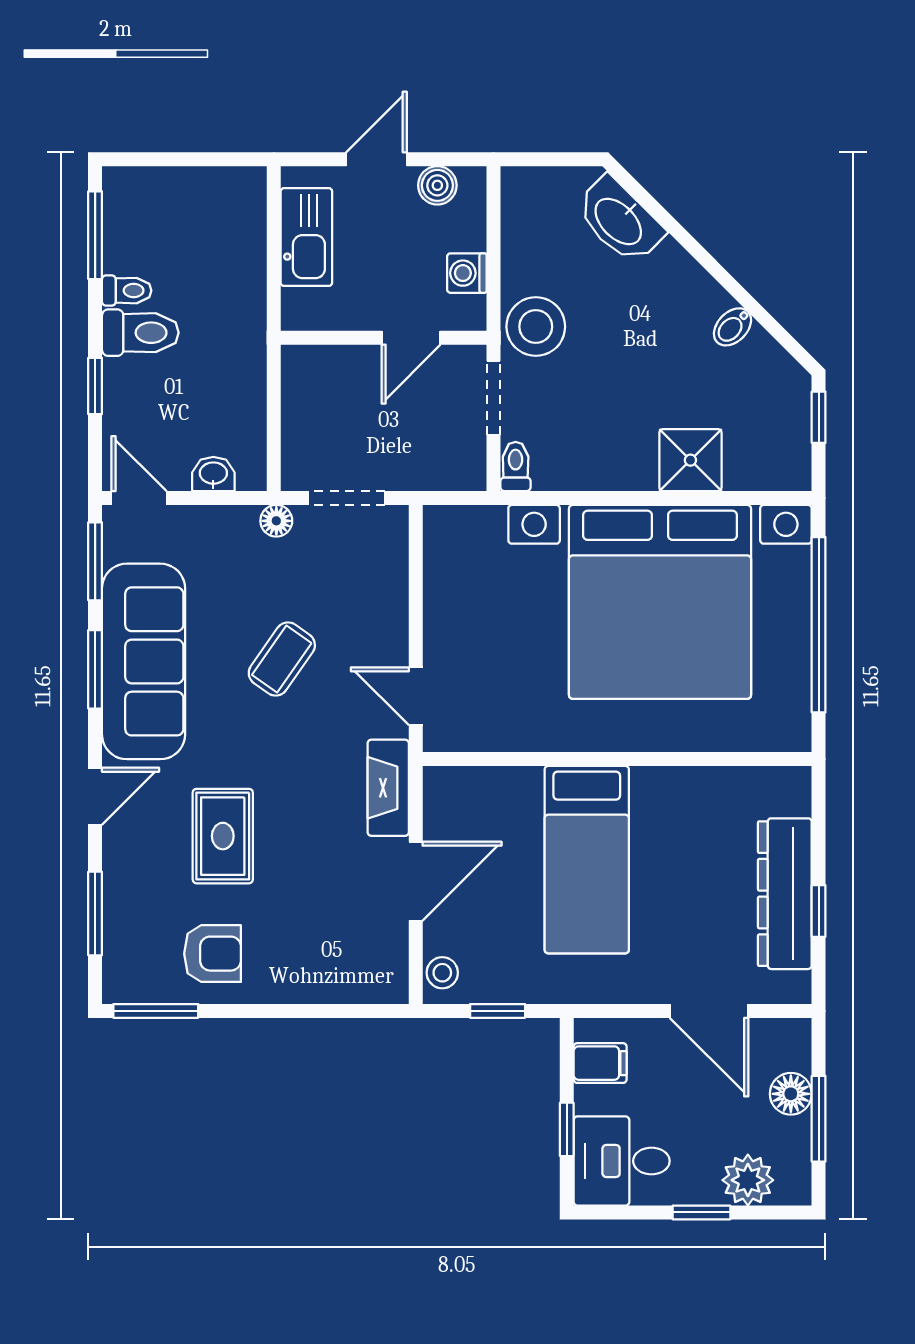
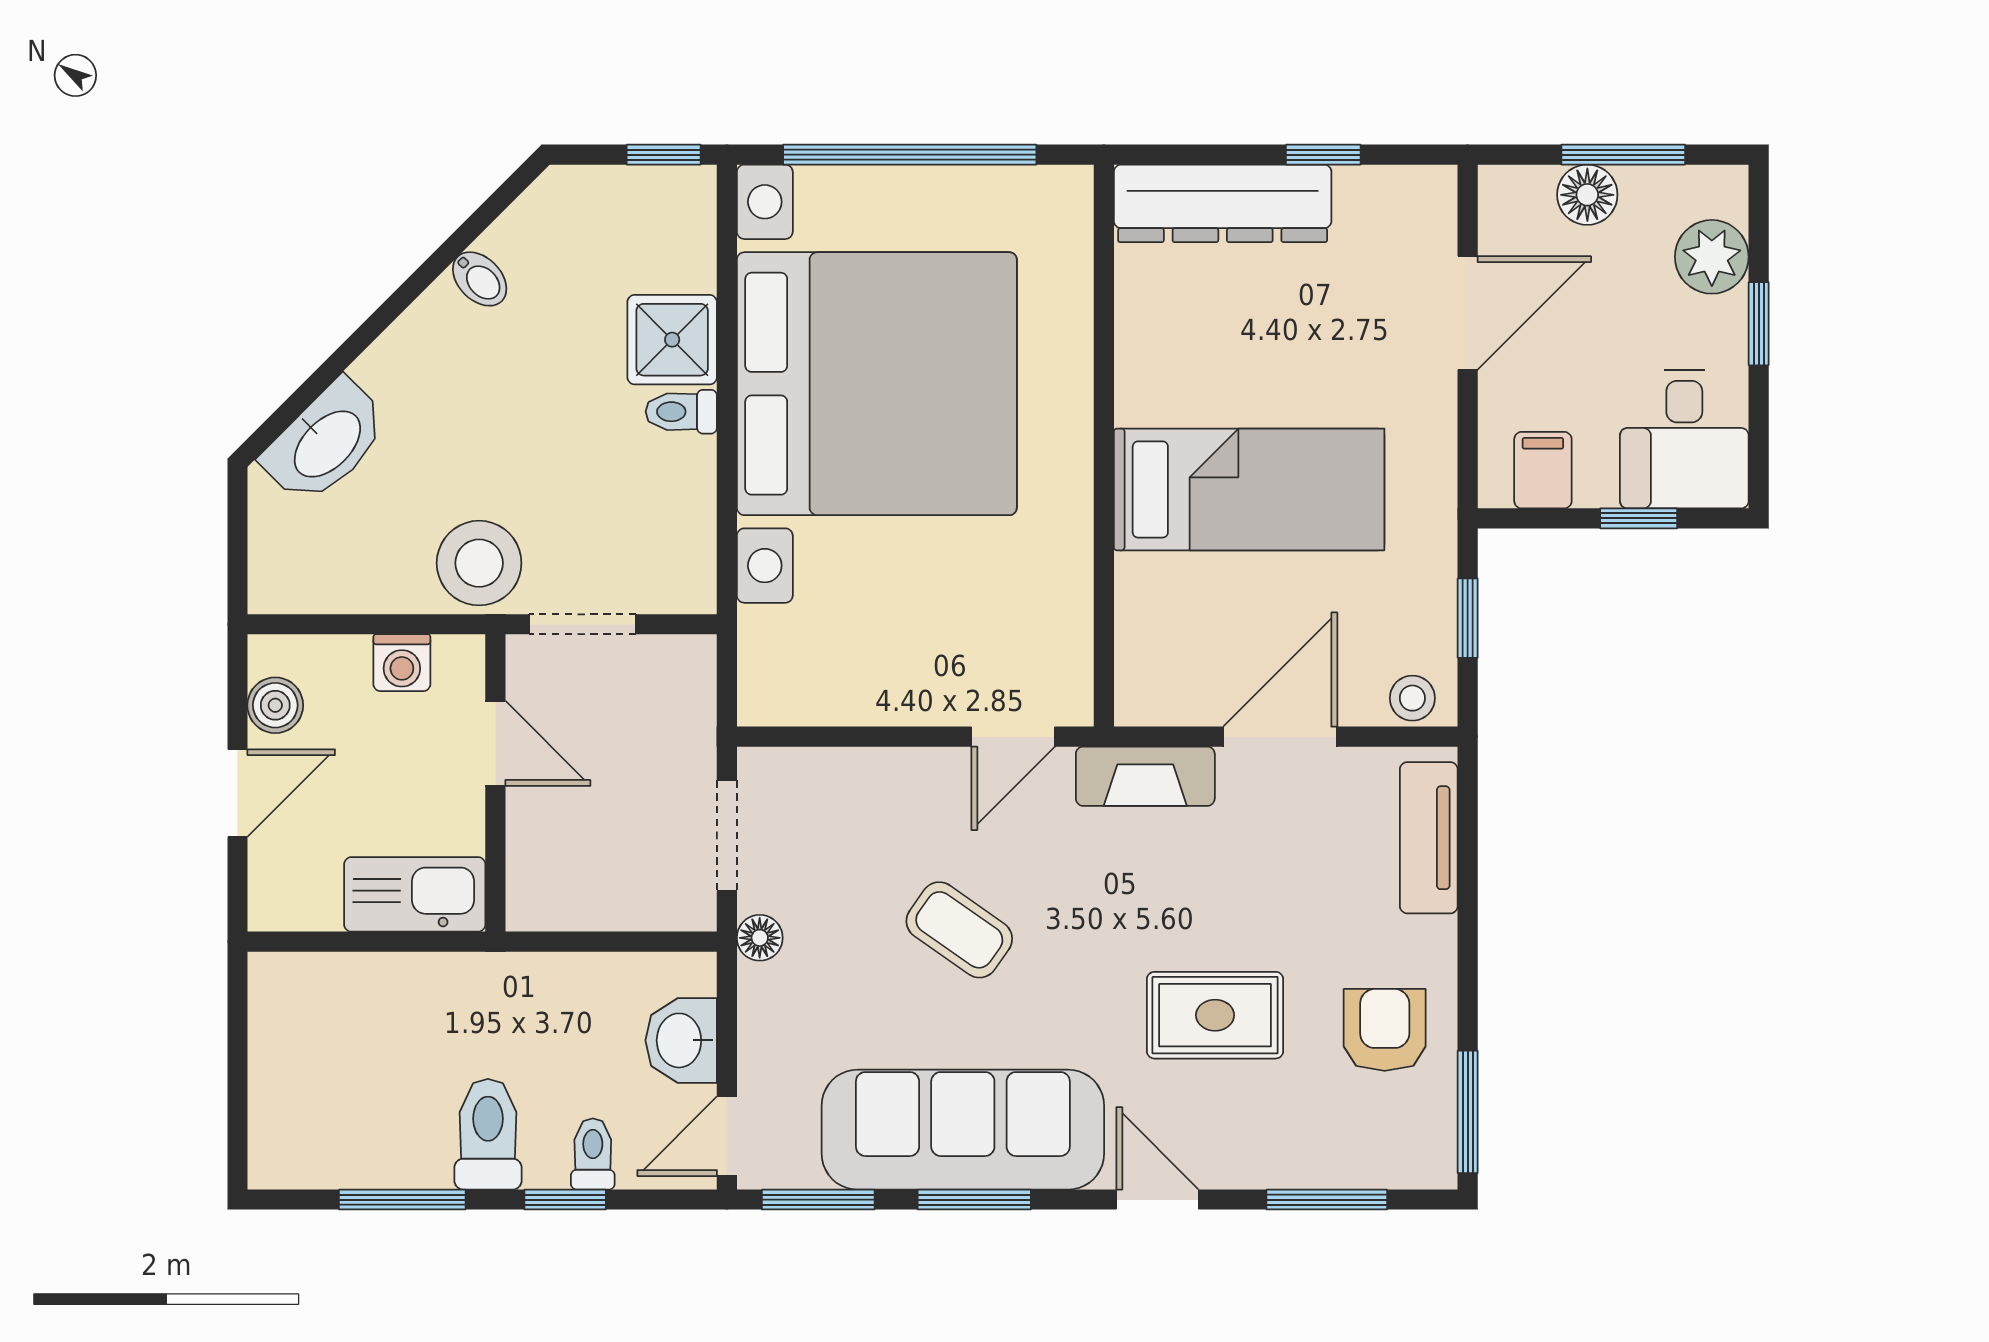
door: (377, 159) -> (237, 793), swing flipped
window: (95, 235) -> (402, 1200), moved
kitchen sink: (306, 237) -> (415, 894), moved
toilet: (127, 291) -> (593, 1154), moved
window: (819, 417) -> (664, 155), moved
toilet: (516, 466) -> (681, 412), moved
washbasin: (213, 474) -> (681, 1040), width x1.38, depth x1.45
door: (416, 881) -> (1280, 737), hinge flipped
dresser: (785, 894) -> (1223, 203), moved
tv unit: (346, 984) -> (1429, 838), added

